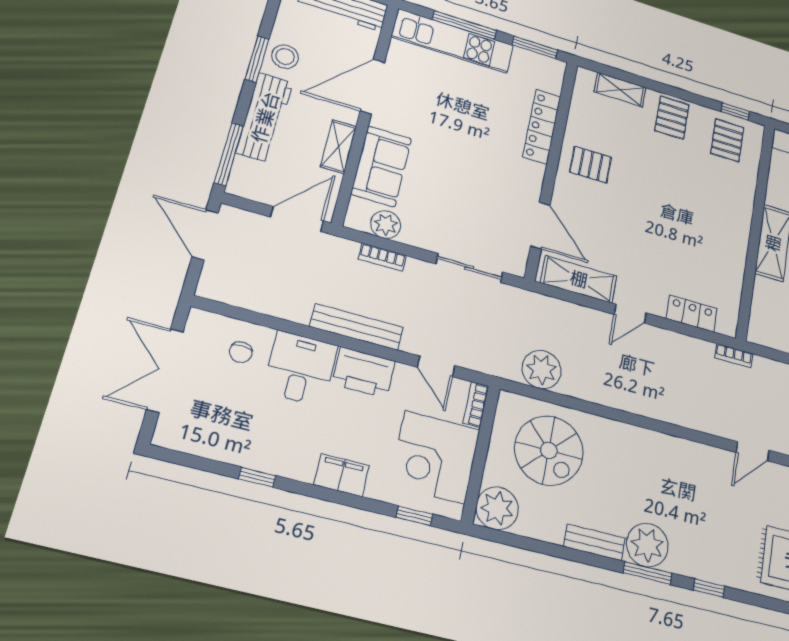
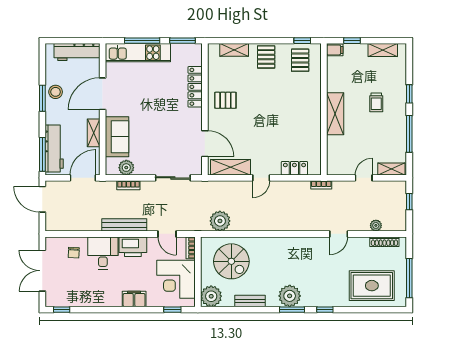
workbench: (265, 117) -> (54, 149), moved
window: (257, 477) -> (62, 310), moved
bench: (594, 542) -> (250, 301), moved

